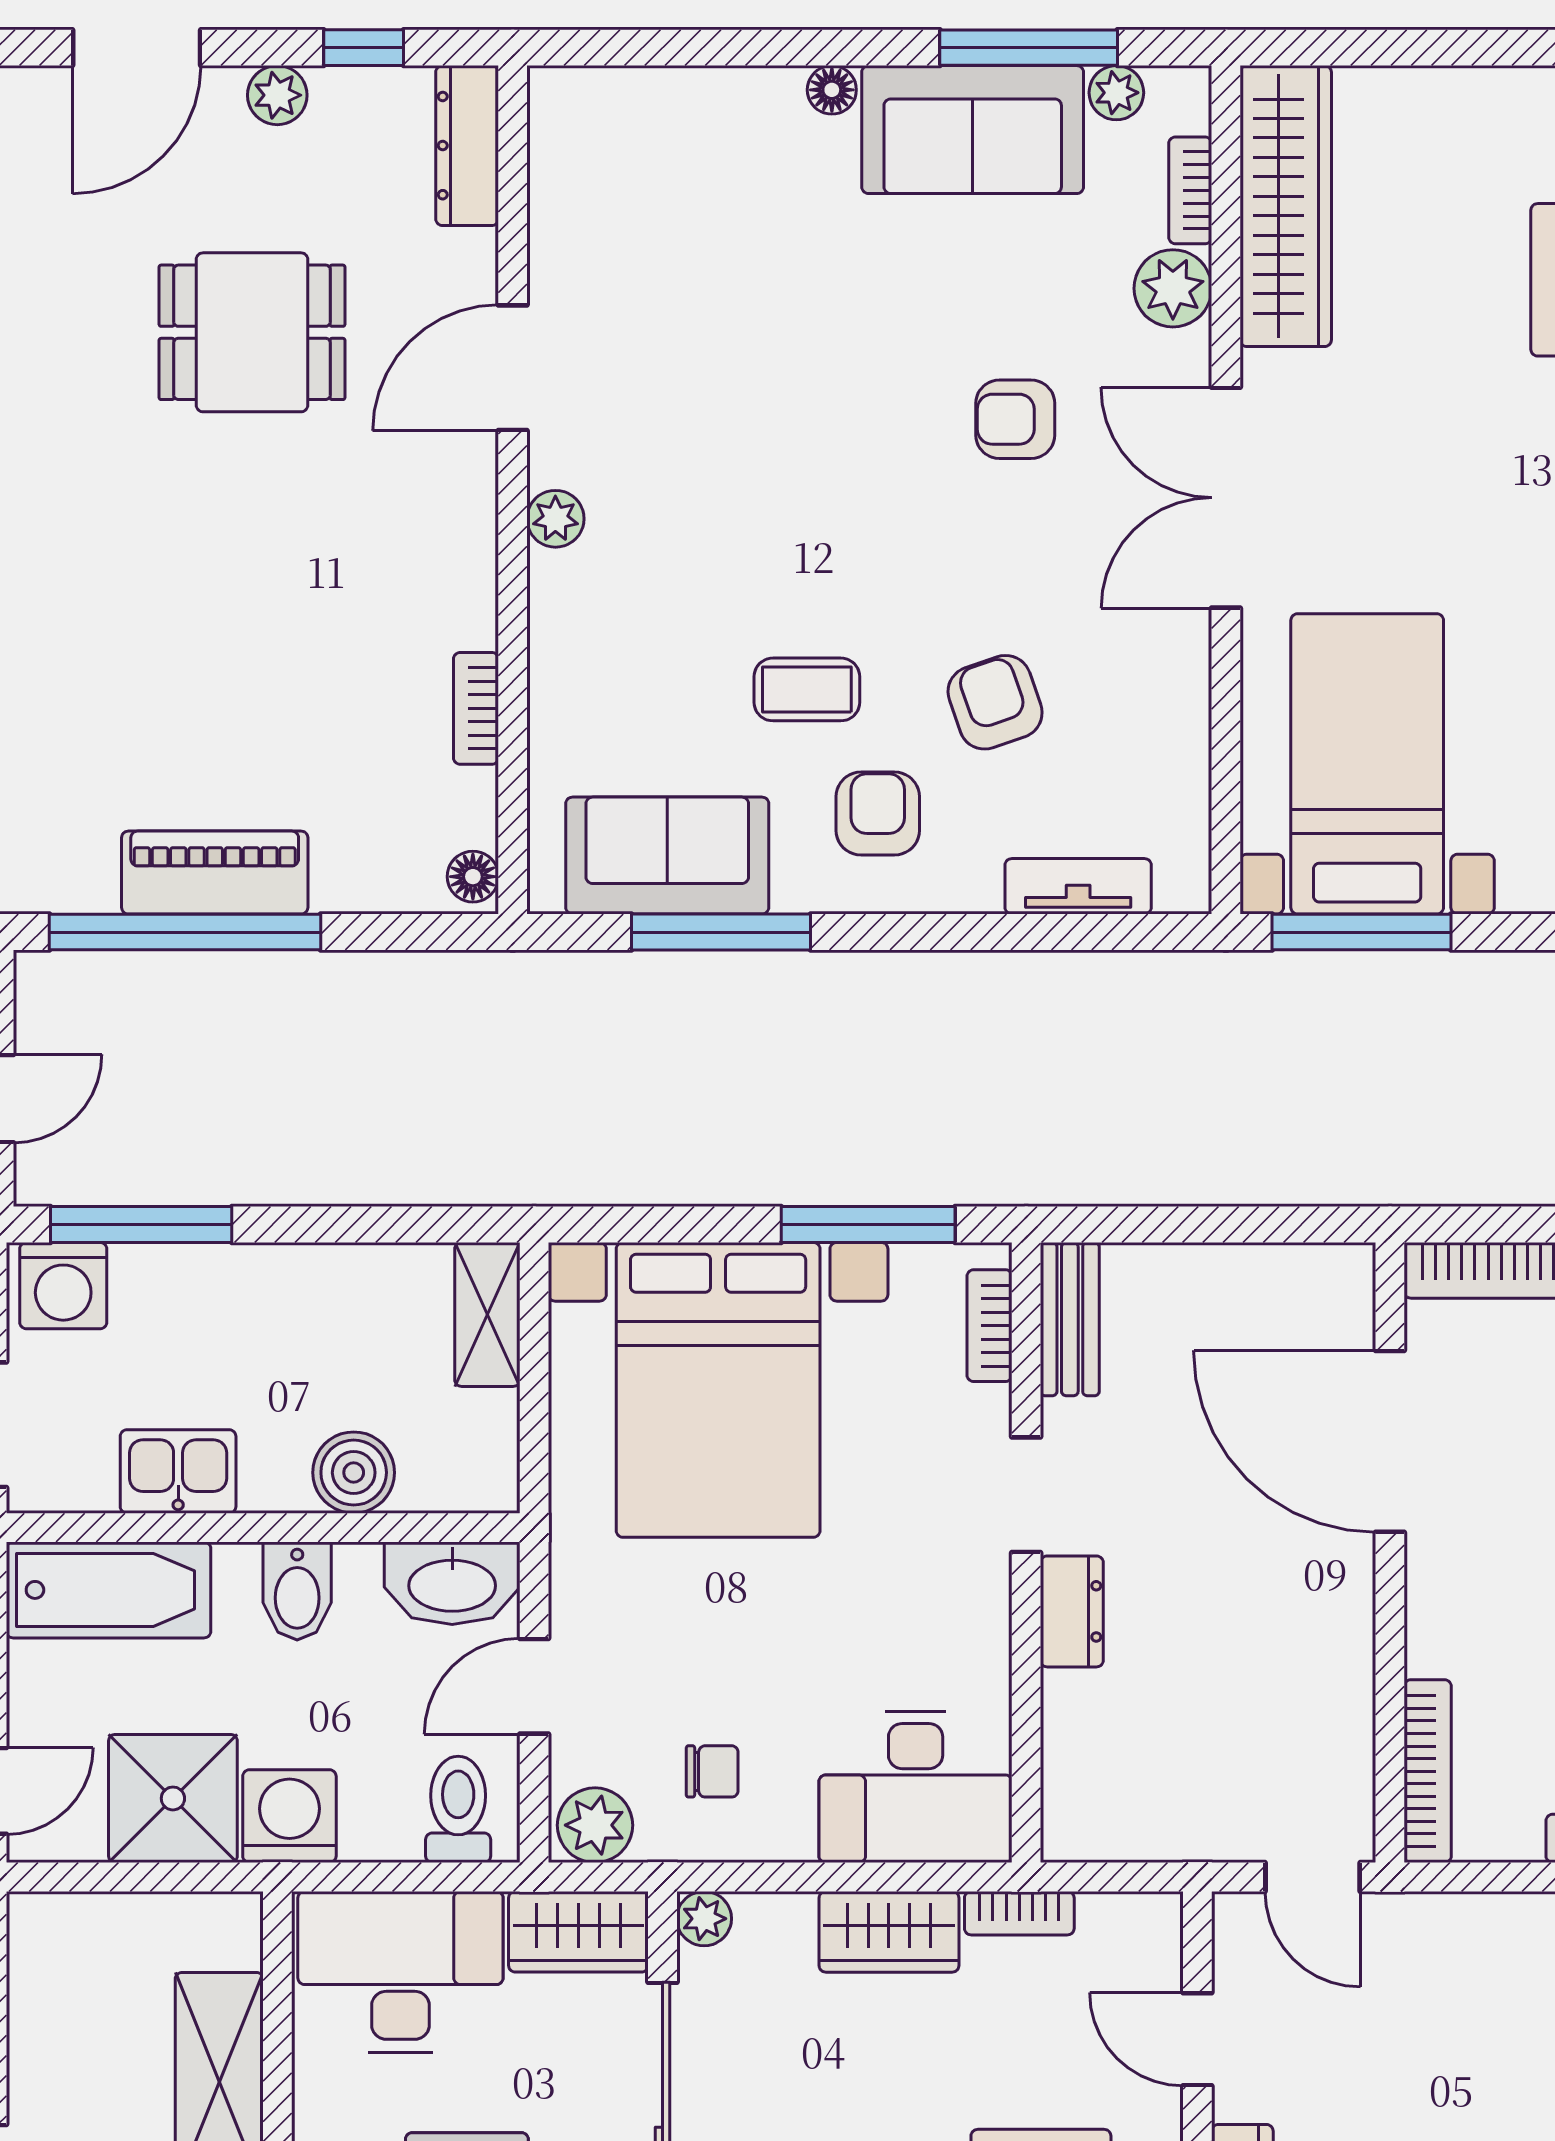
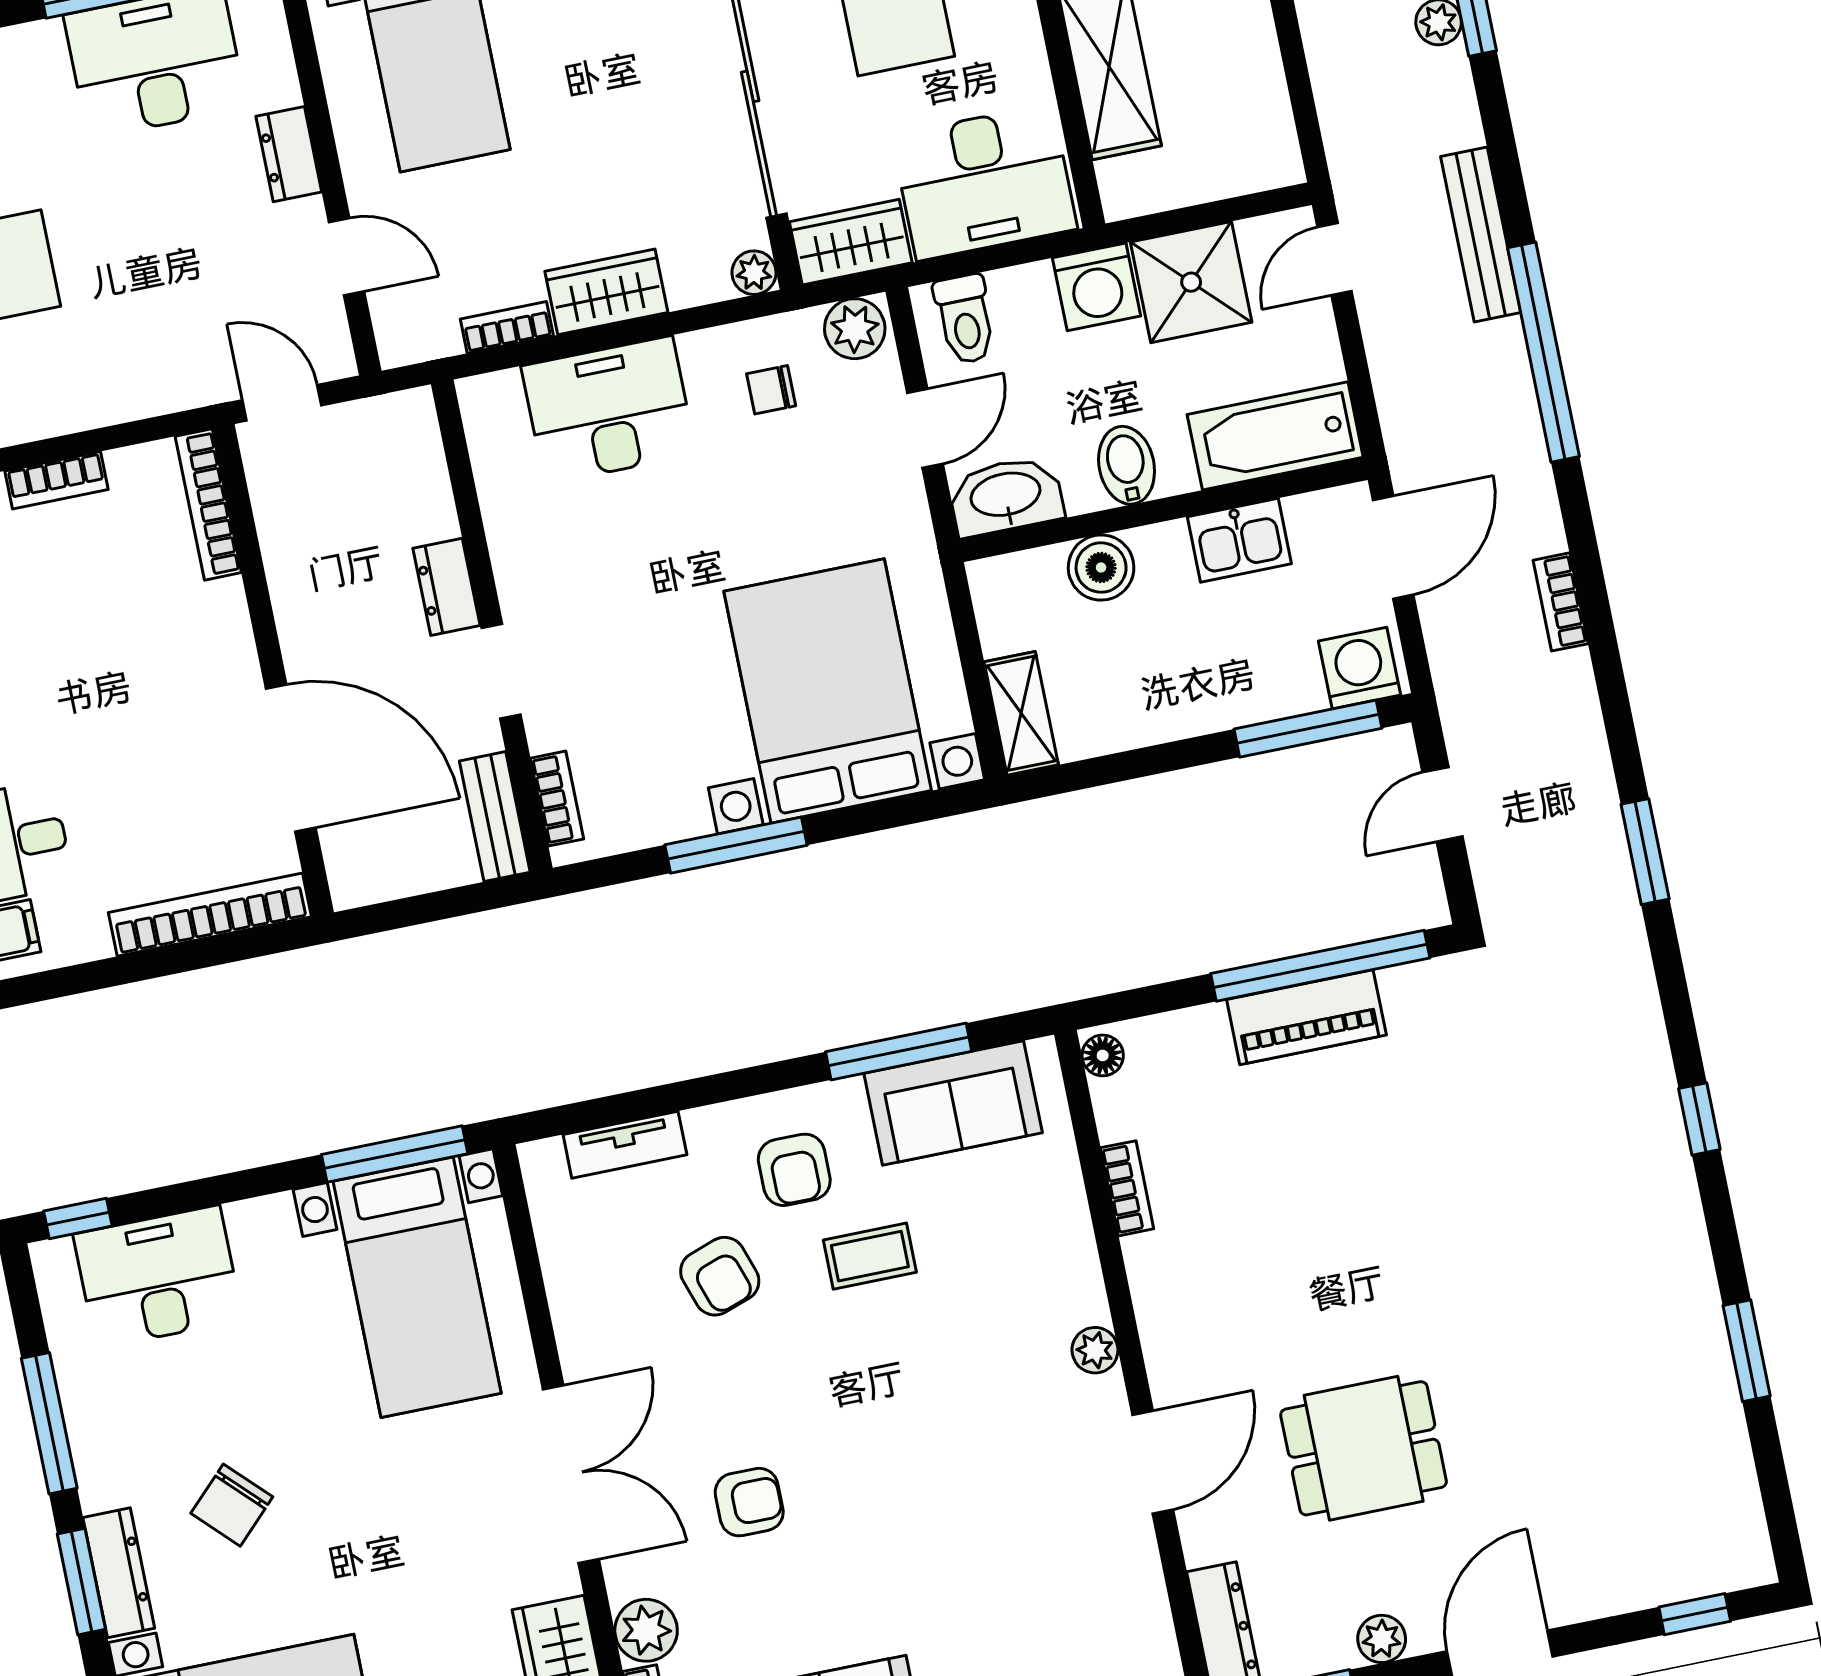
bench: (1070, 1319) -> (495, 817), moved
bookcase: (990, 1326) -> (557, 799), moved
doorway: (1026, 1495) -> (501, 671), moved
wall: (1026, 1552) -> (492, 626), moved
dresser: (1072, 1611) -> (447, 587), moved

